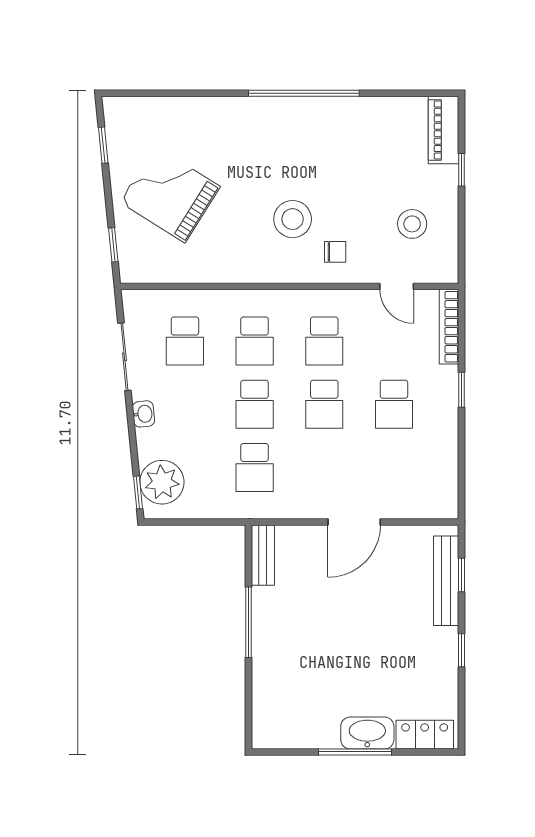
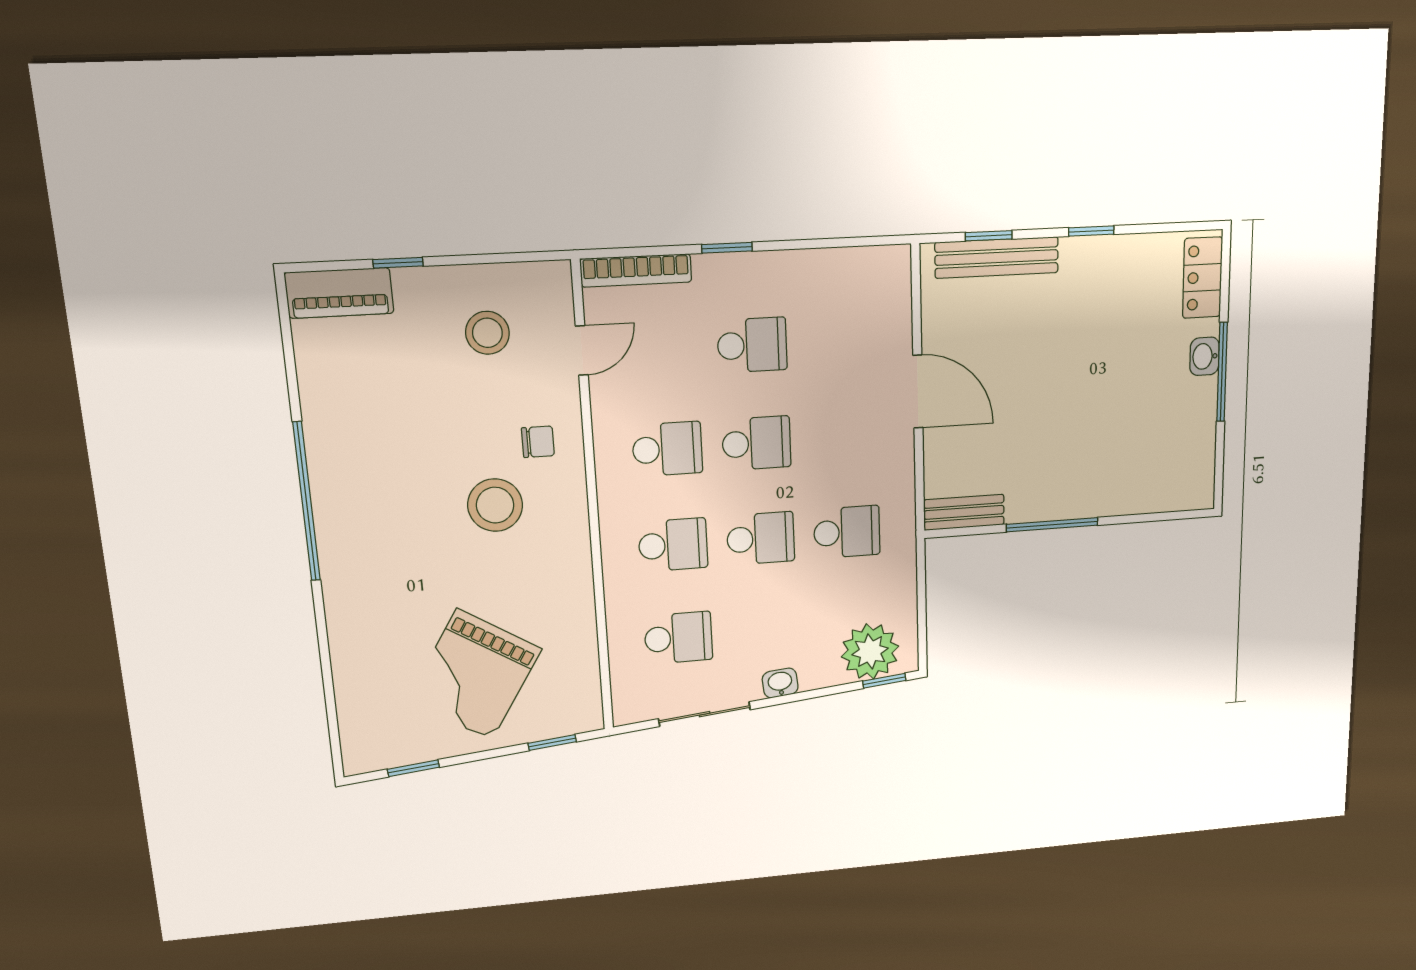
chair: (335, 252) -> (538, 442), turned 90
washbasin: (367, 733) -> (1205, 356), width x0.52, depth x0.69

